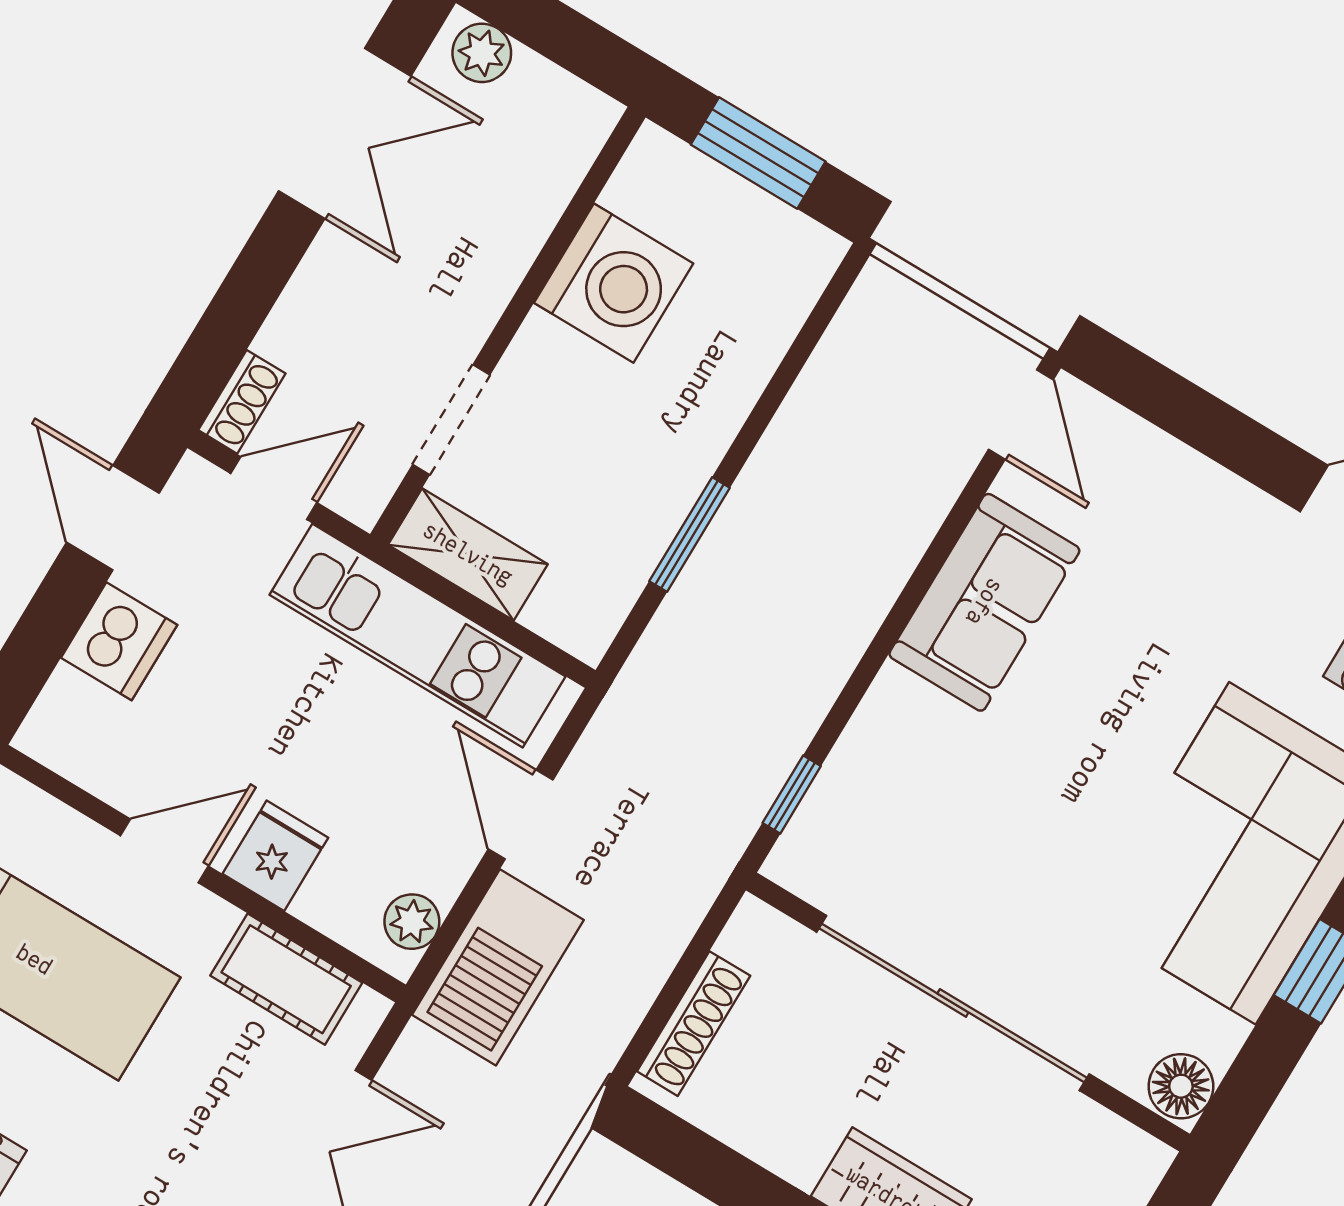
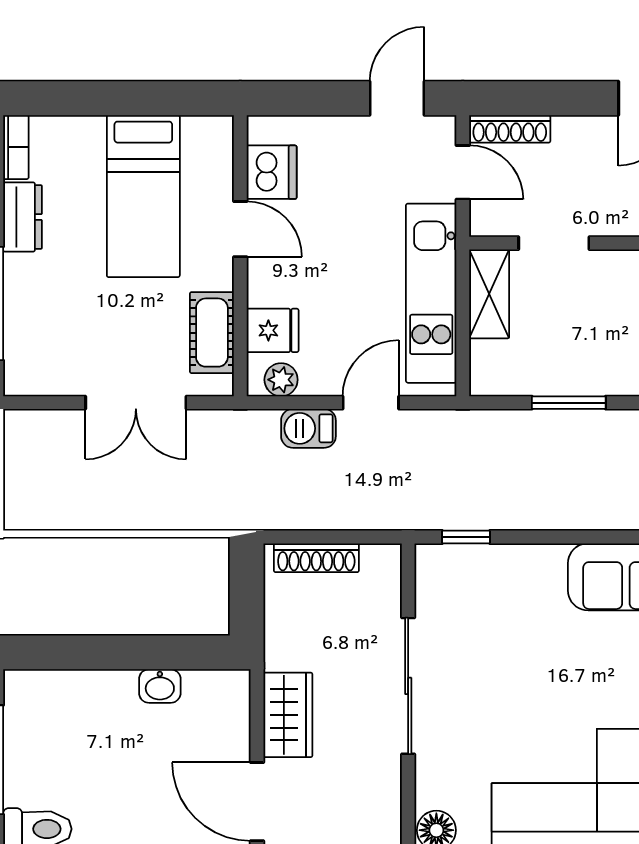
shoe rack: (242, 402) -> (510, 129), width x1.43
dishwasher: (119, 641) -> (272, 172), moved, turned -90
fridge: (275, 856) -> (273, 330), moved
barbecue: (498, 967) -> (308, 428), width x0.53, depth x0.65
sliding door: (953, 1003) -> (408, 686), width x0.73

